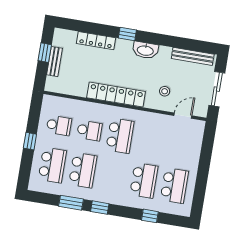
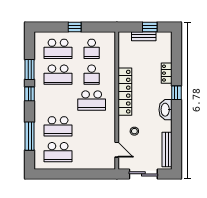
locker: (96, 41) -> (167, 73), width x0.66
window: (150, 216) -> (30, 136), width x2.17

